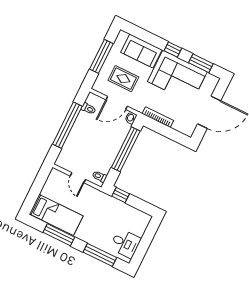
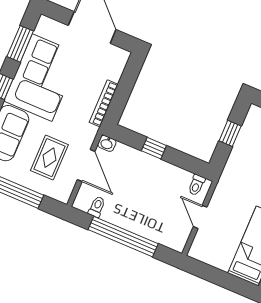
window: (126, 149) -> (154, 148), width x0.32
door: (78, 178) -> (200, 217), swing flipped
window: (121, 195) -> (230, 133), moved

